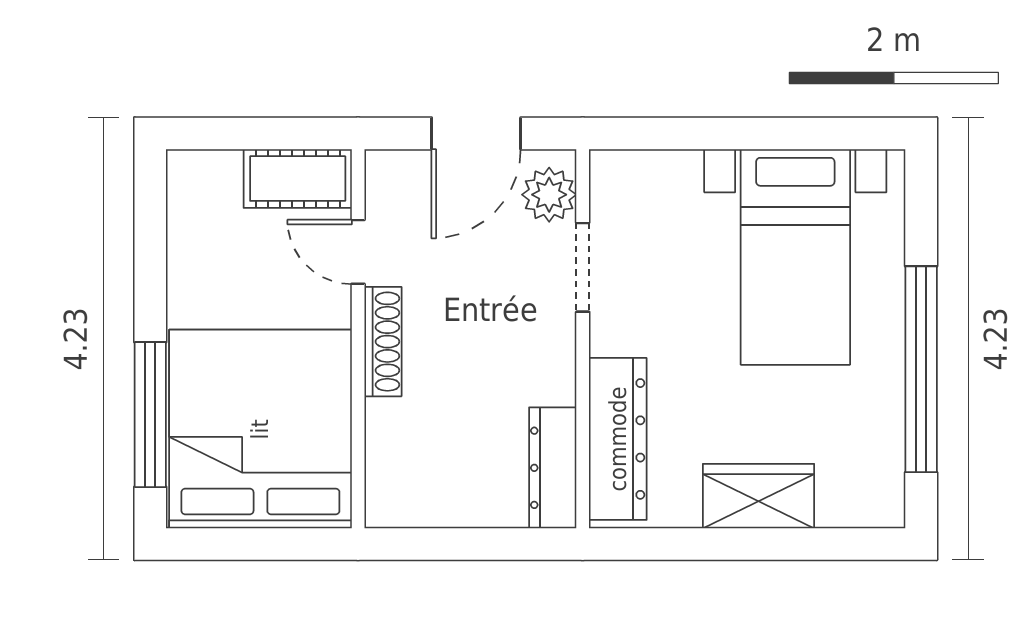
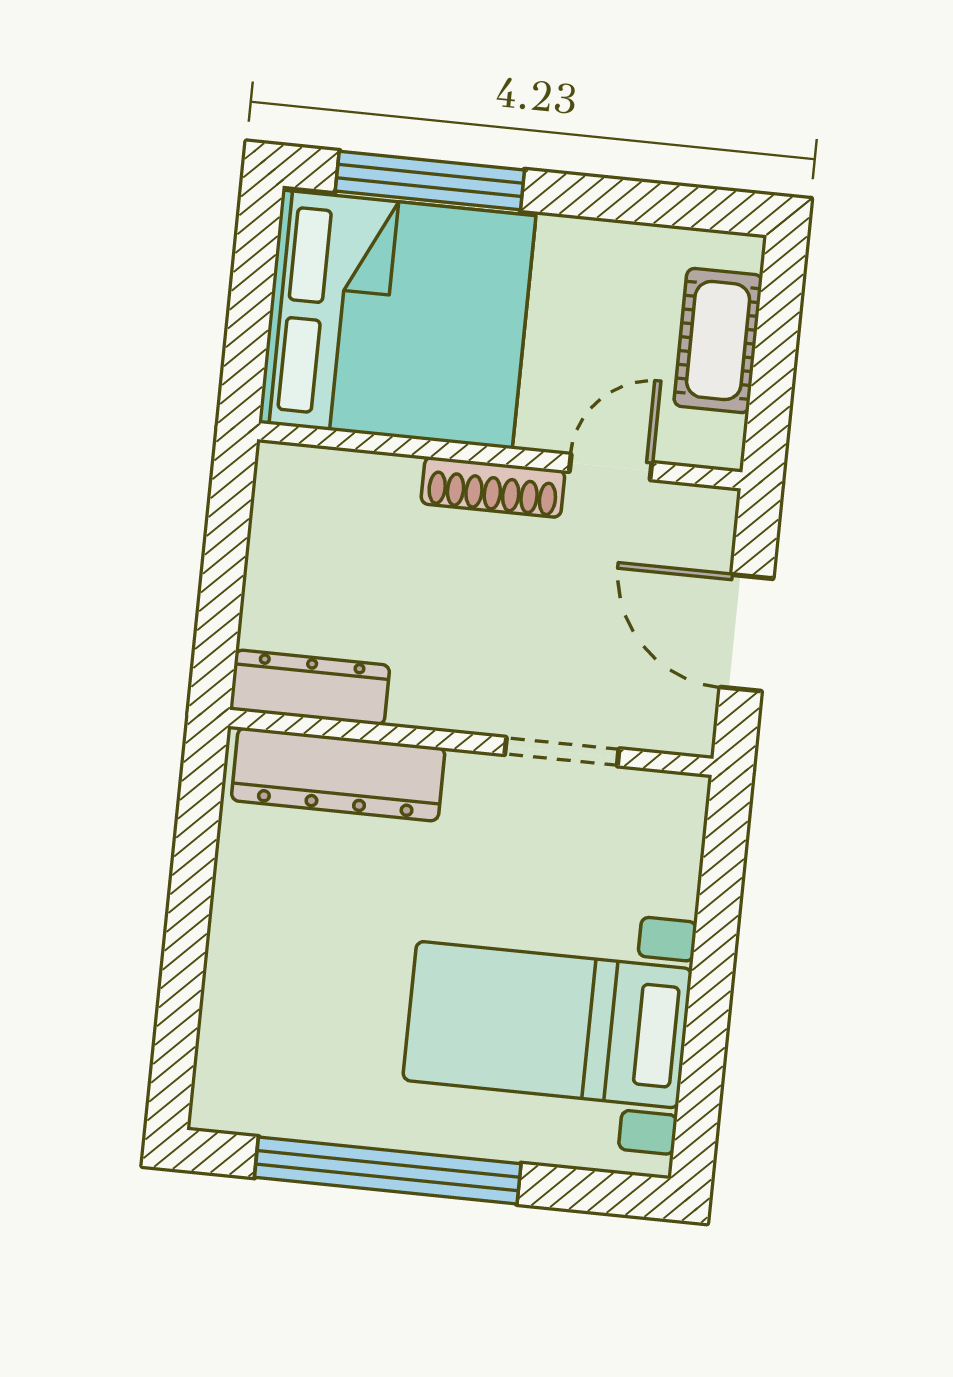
cot: (298, 179) -> (718, 341), moved
plant: (549, 195) -> (659, 718), removed
wardrobe: (758, 496) -> (247, 946), removed

